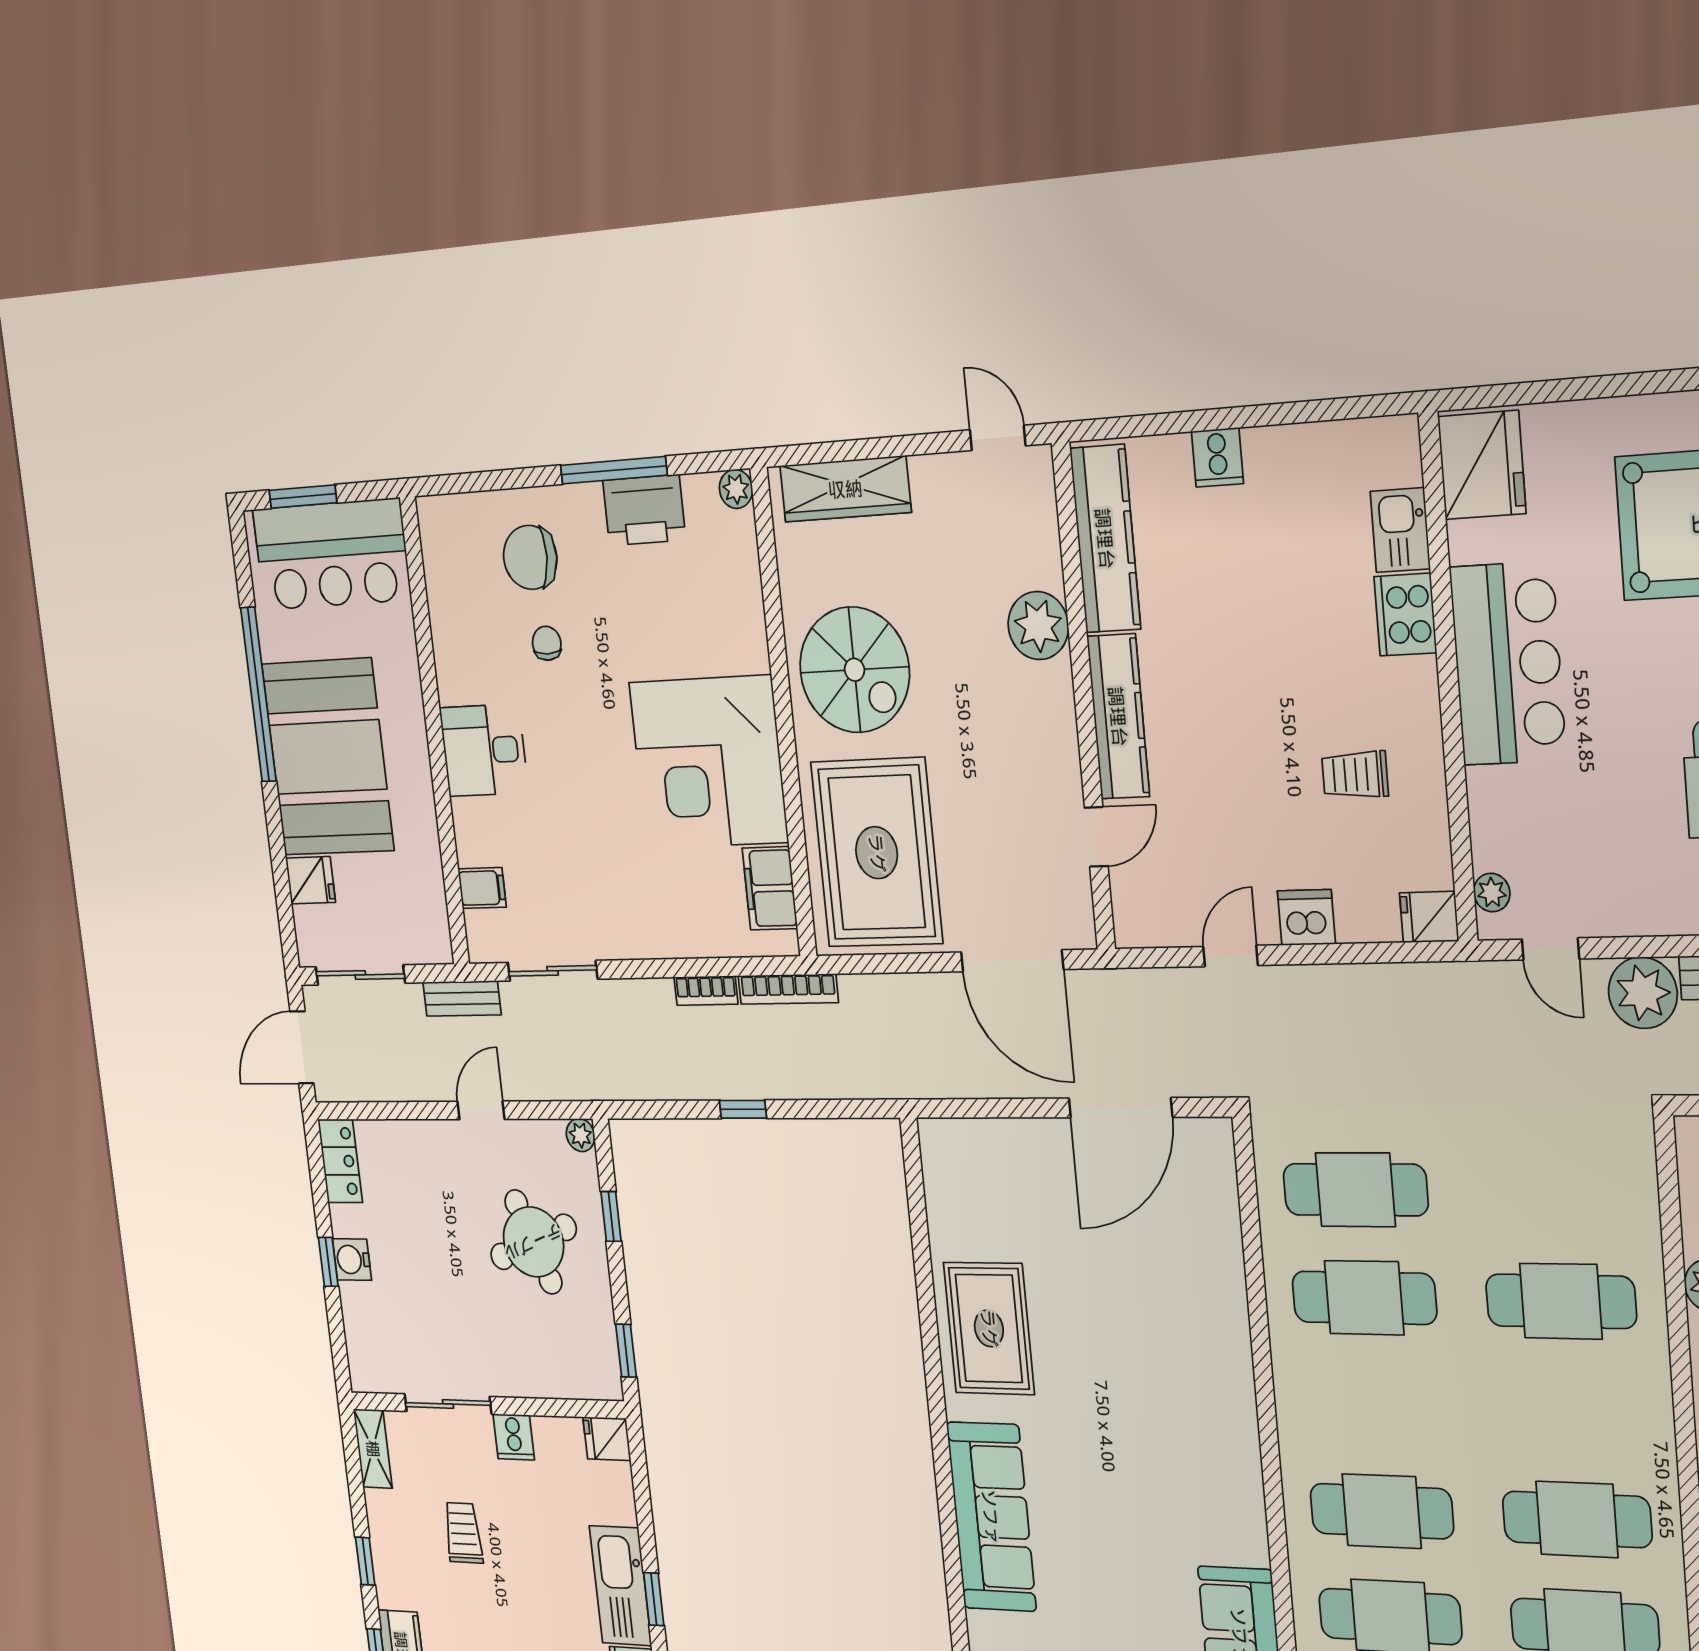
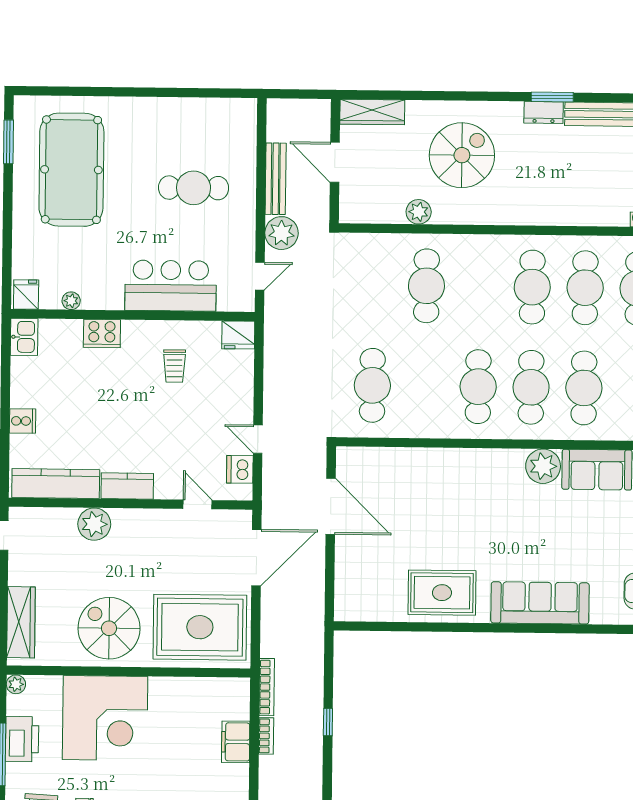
fridge: (1482, 465) -> (26, 294), width x0.53, depth x0.75
kitchen sink: (1400, 530) -> (24, 337), moved, turned -90
bar counter: (1508, 664) -> (171, 286), moved
spiral stairs: (855, 670) -> (109, 628), turned -90
kitchen counter: (1118, 717) -> (127, 486), width x0.67
corner desk: (708, 762) -> (105, 718), moved
filing cabinet: (770, 888) -> (236, 742), moved, turned 90
plant: (1492, 893) -> (71, 301), moved
dishwasher: (1306, 917) -> (240, 469), moved
fridge: (1429, 917) -> (238, 335), width x1.38
cafe table: (1364, 1298) -> (478, 387), moved
plant: (1236, 1530) -> (543, 466), added

